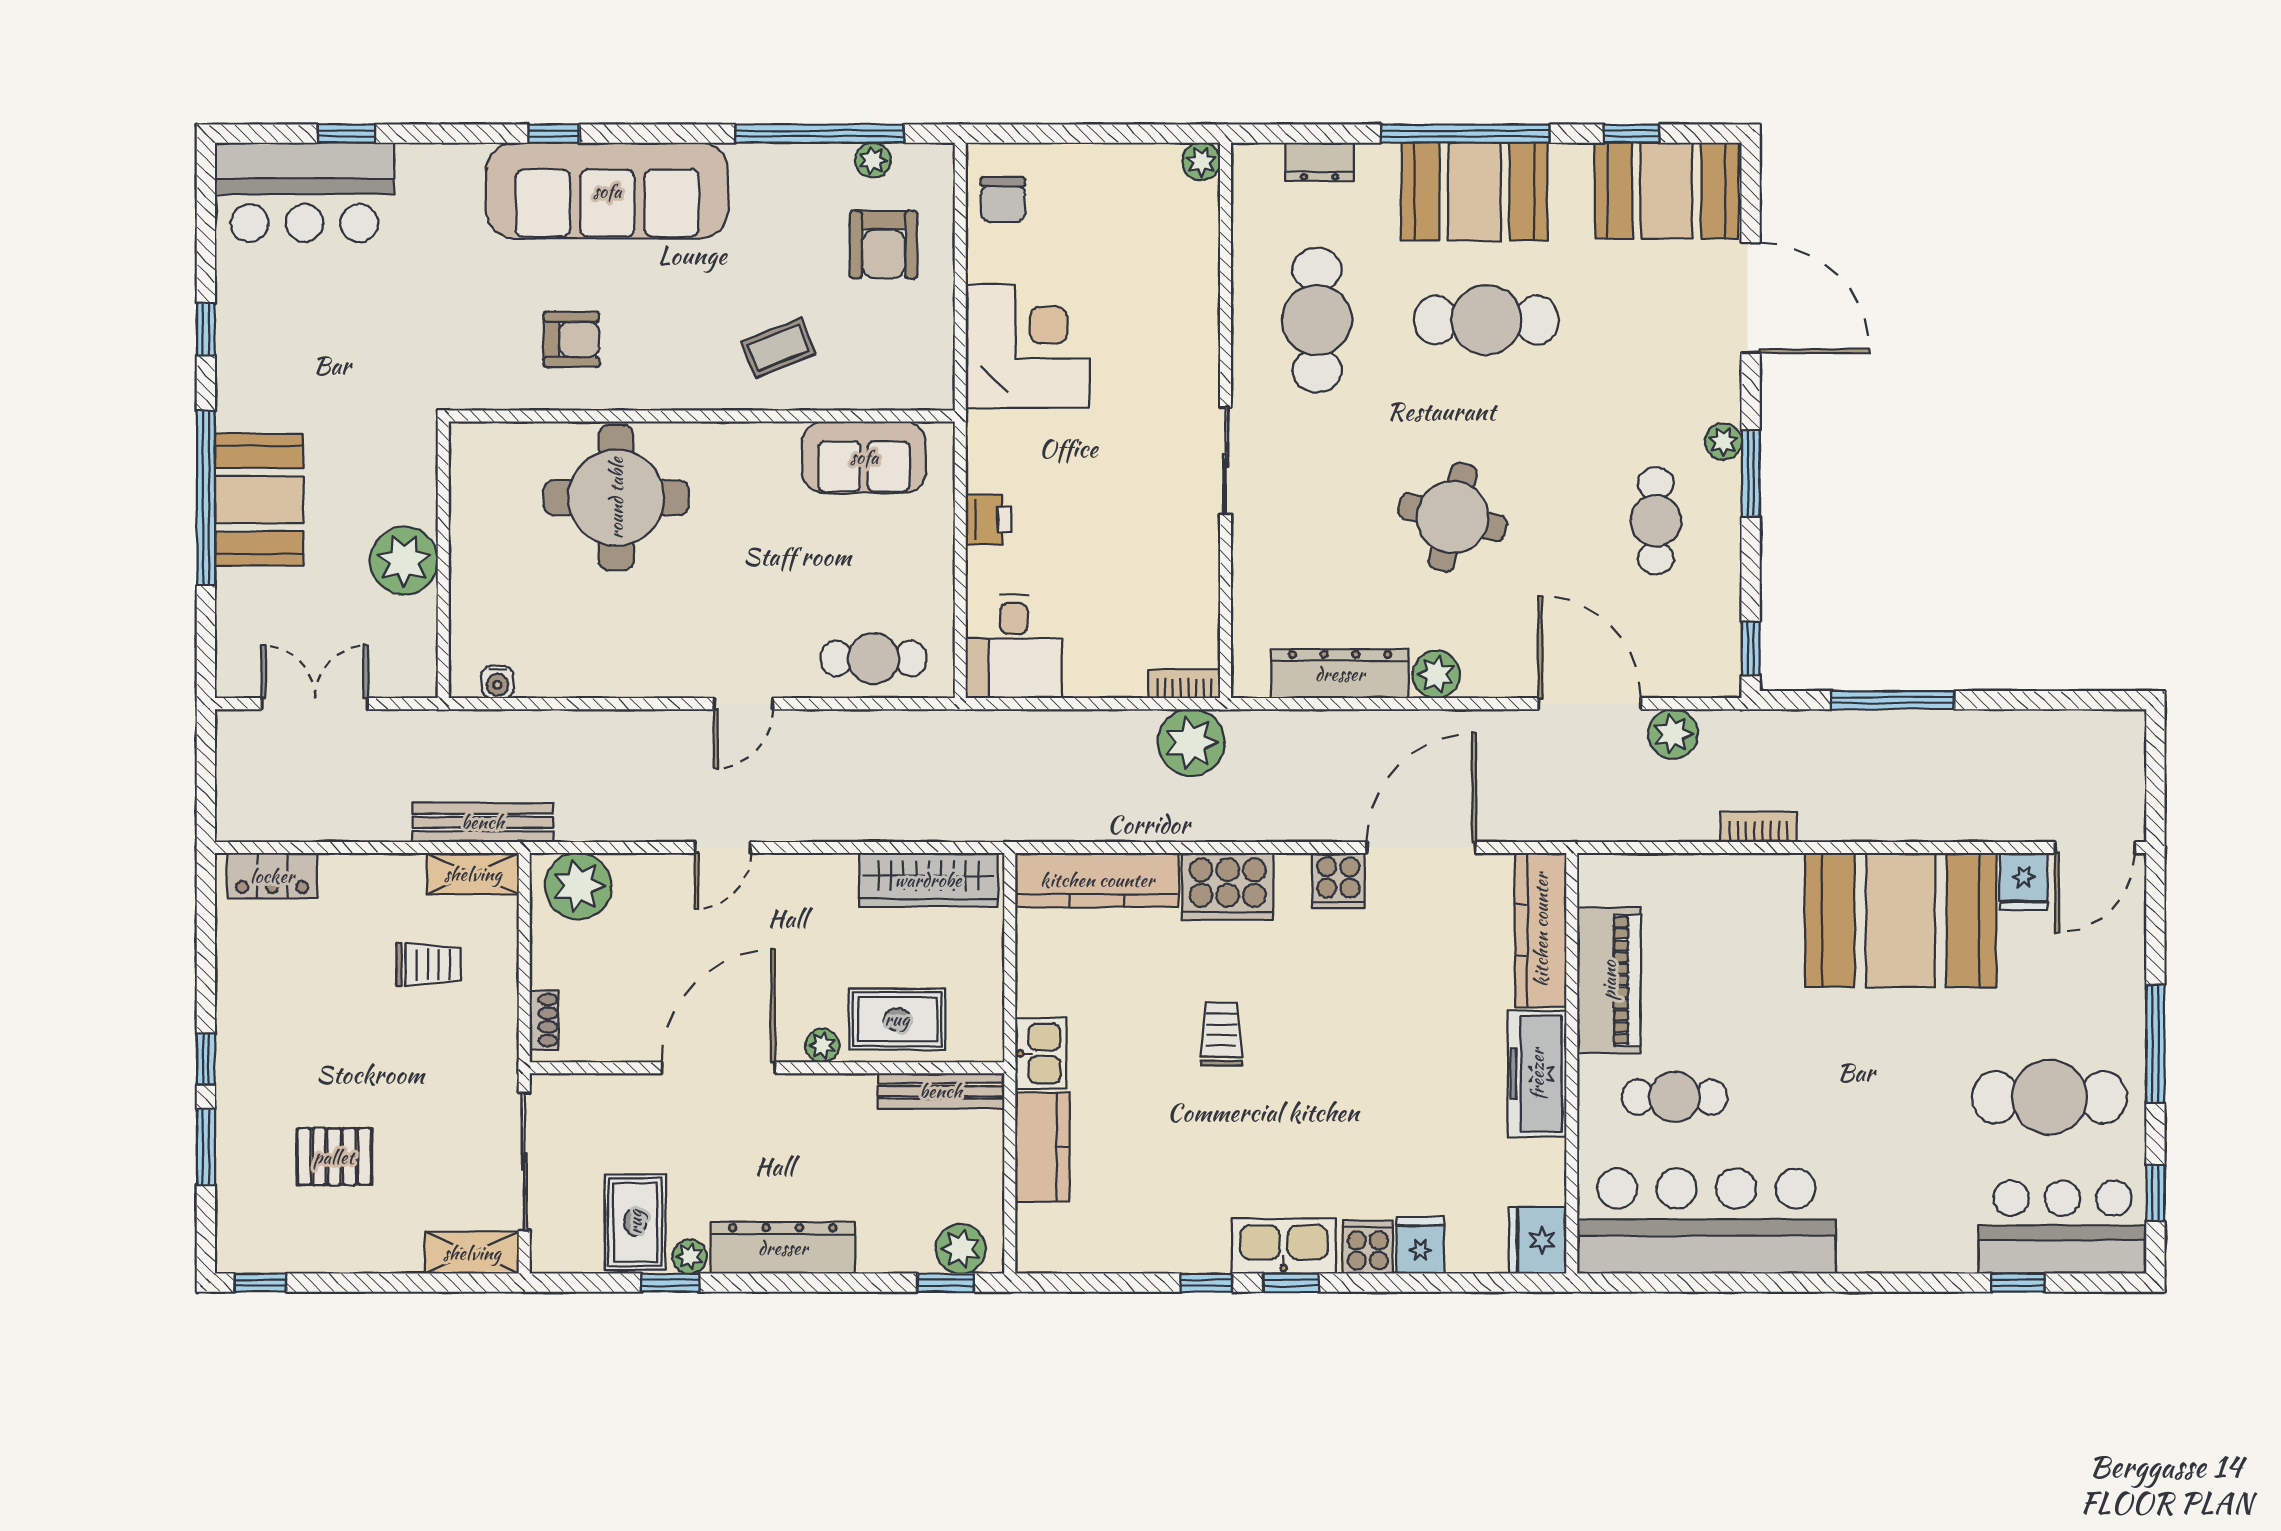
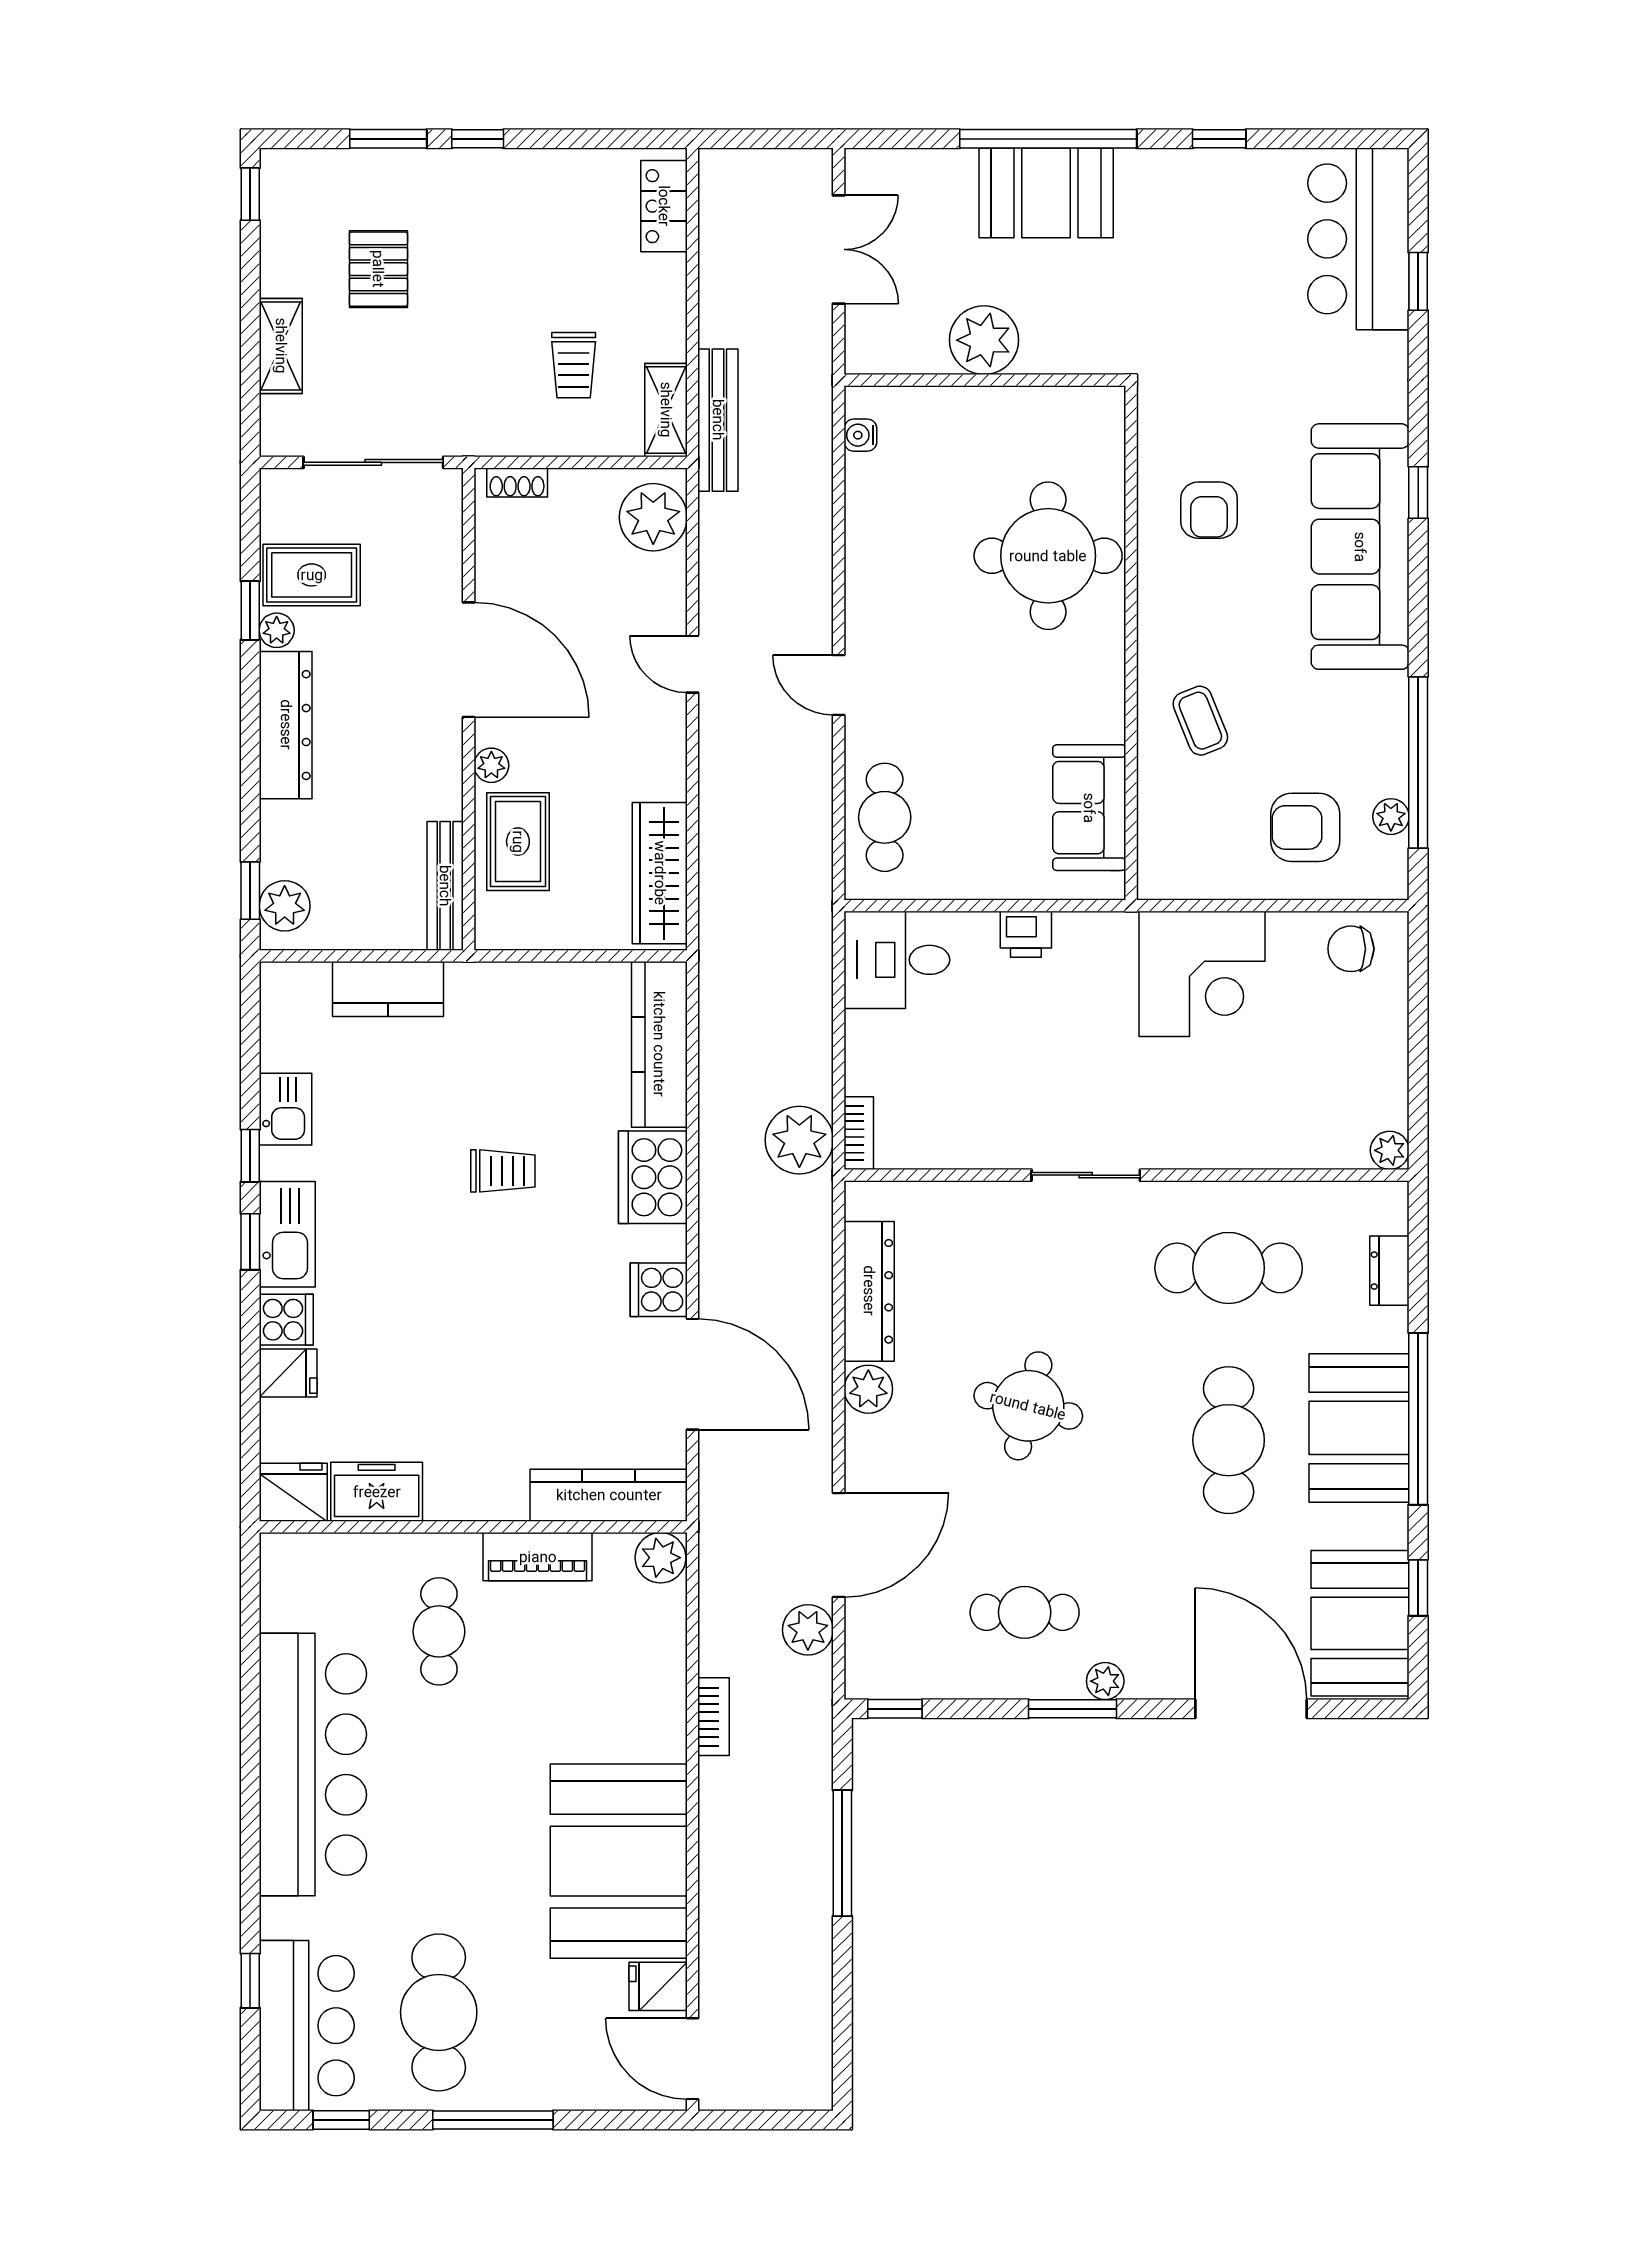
door: (1751, 298) -> (1251, 1709), swing flipped
plant: (1602, 879) -> (661, 1558), added
piano: (1609, 980) -> (538, 1557), width x0.73, depth x0.75
kitchen sink: (1041, 1053) -> (285, 1109), moved, turned -90
freezer: (1537, 1074) -> (377, 1492), moved, width x0.71
bar counter: (1706, 1221) -> (313, 1765), moved
shelving: (472, 1253) -> (281, 346), moved

